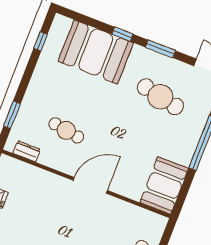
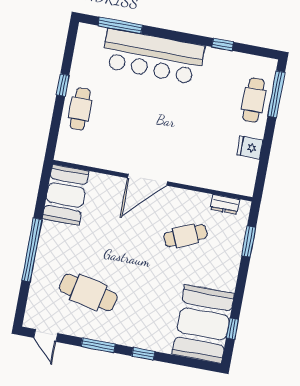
booth: (96, 52) -> (203, 324), moved, turned 90
cafe table: (66, 130) -> (185, 236), turned -33

